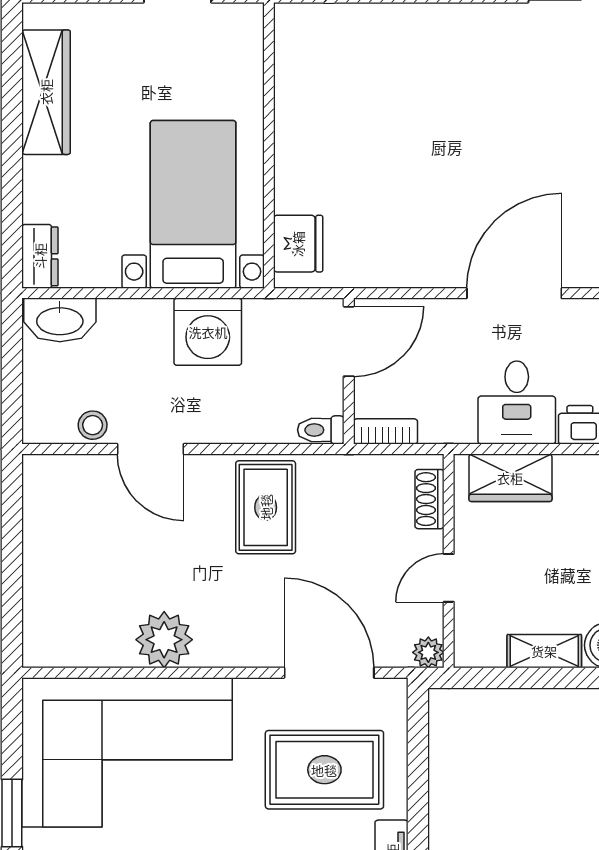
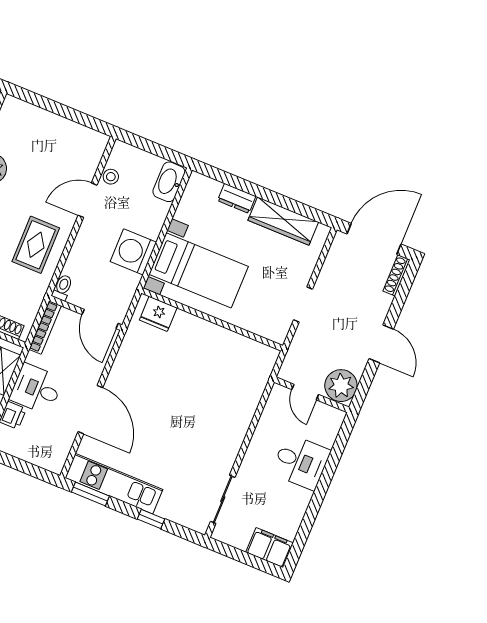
dresser: (40, 256) -> (237, 198), moved
bookcase: (385, 431) -> (45, 328), width x1.56
rug: (266, 507) -> (36, 245), turned 90

